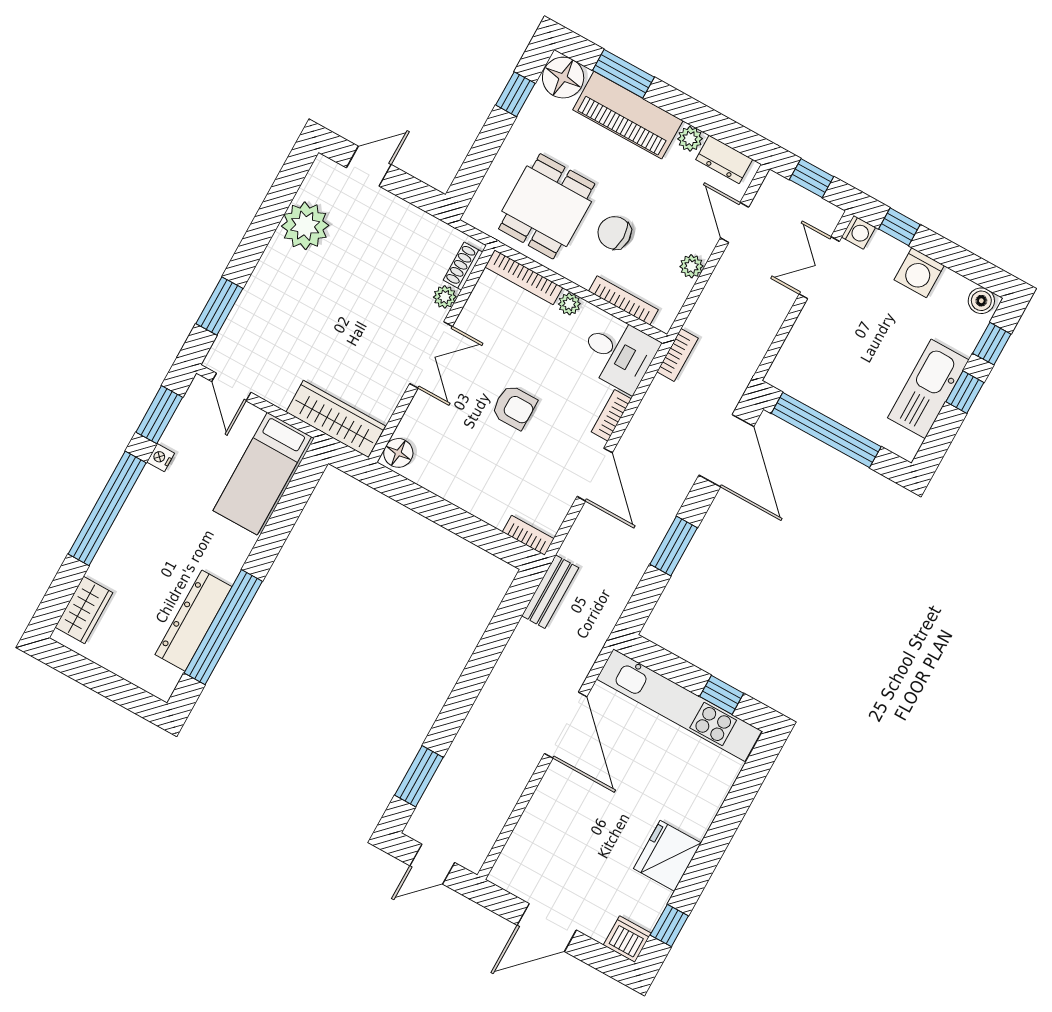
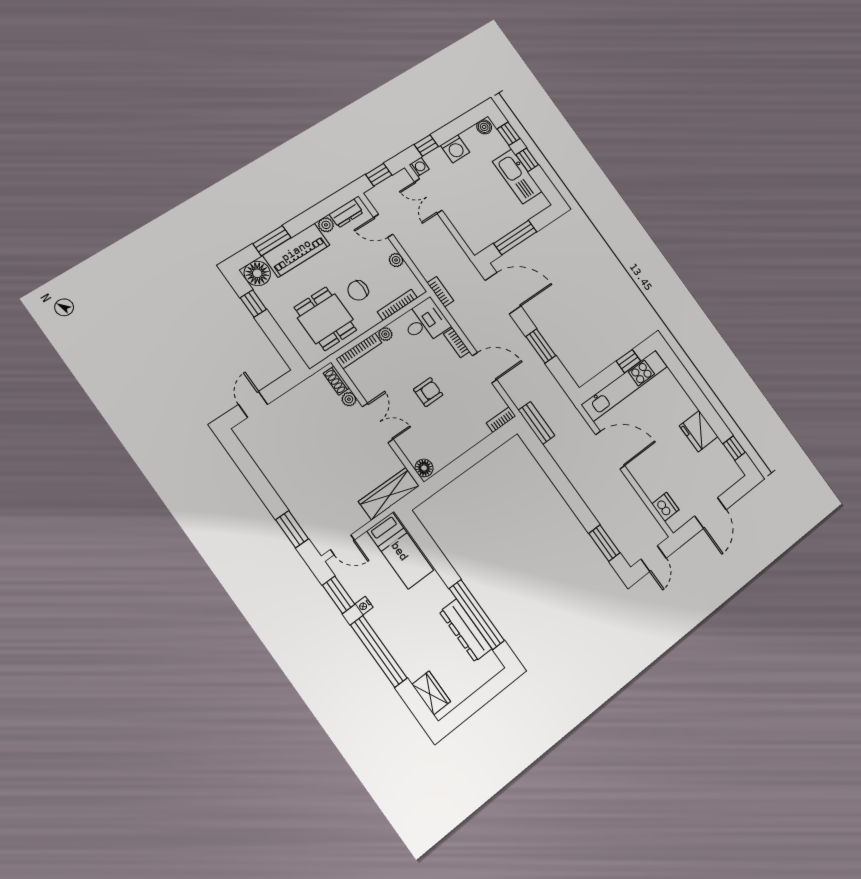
plant: (305, 226) -> (270, 457), removed
window: (826, 430) -> (515, 237), width x0.68
dishwasher: (627, 939) -> (665, 507), moved, turned 90

